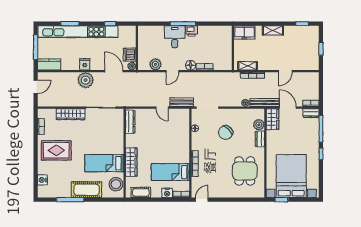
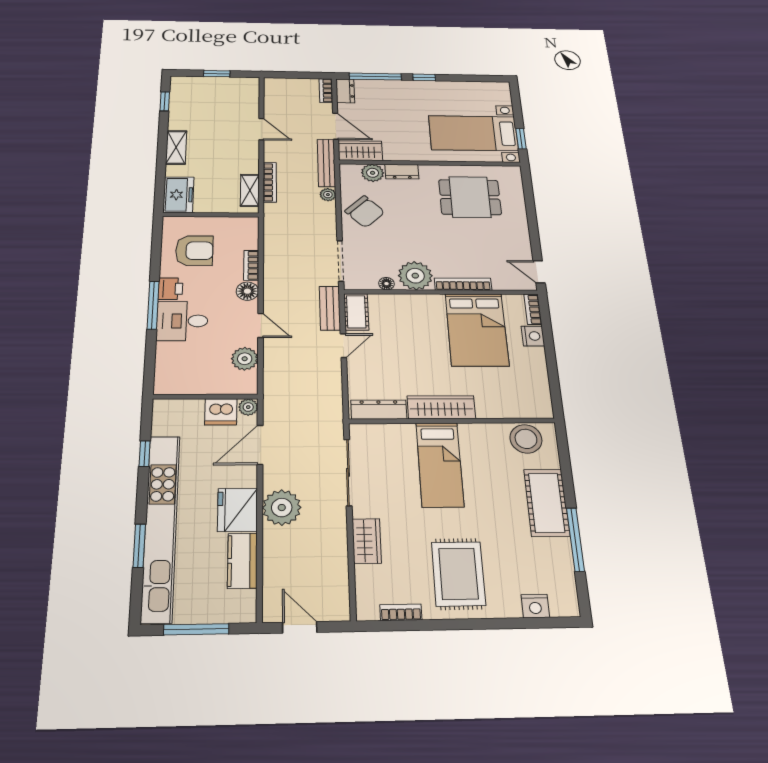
armchair: (213, 41) -> (194, 251), added
kitchen counter: (49, 64) -> (242, 561), moved
fridge: (85, 64) -> (238, 510), width x1.88, depth x1.34
door: (288, 108) -> (336, 126), swing flipped
wardrobe: (71, 114) -> (367, 541), width x0.67
chair: (226, 133) -> (365, 212), moved
plant: (199, 142) -> (415, 276), added
wardrobe: (131, 162) -> (441, 407), moved
bed: (104, 163) -> (440, 464), moved
bed: (170, 172) -> (477, 330), width x1.50
bed with nightstands: (291, 176) -> (473, 133), width x0.73
cot: (141, 192) -> (356, 312), moved

